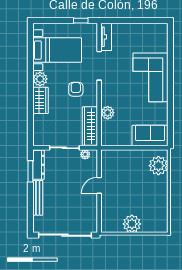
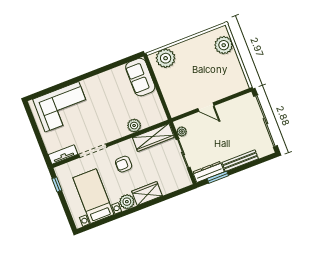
corner sofa: (151, 77) -> (62, 107), moved
plant: (132, 224) -> (224, 45), moved

